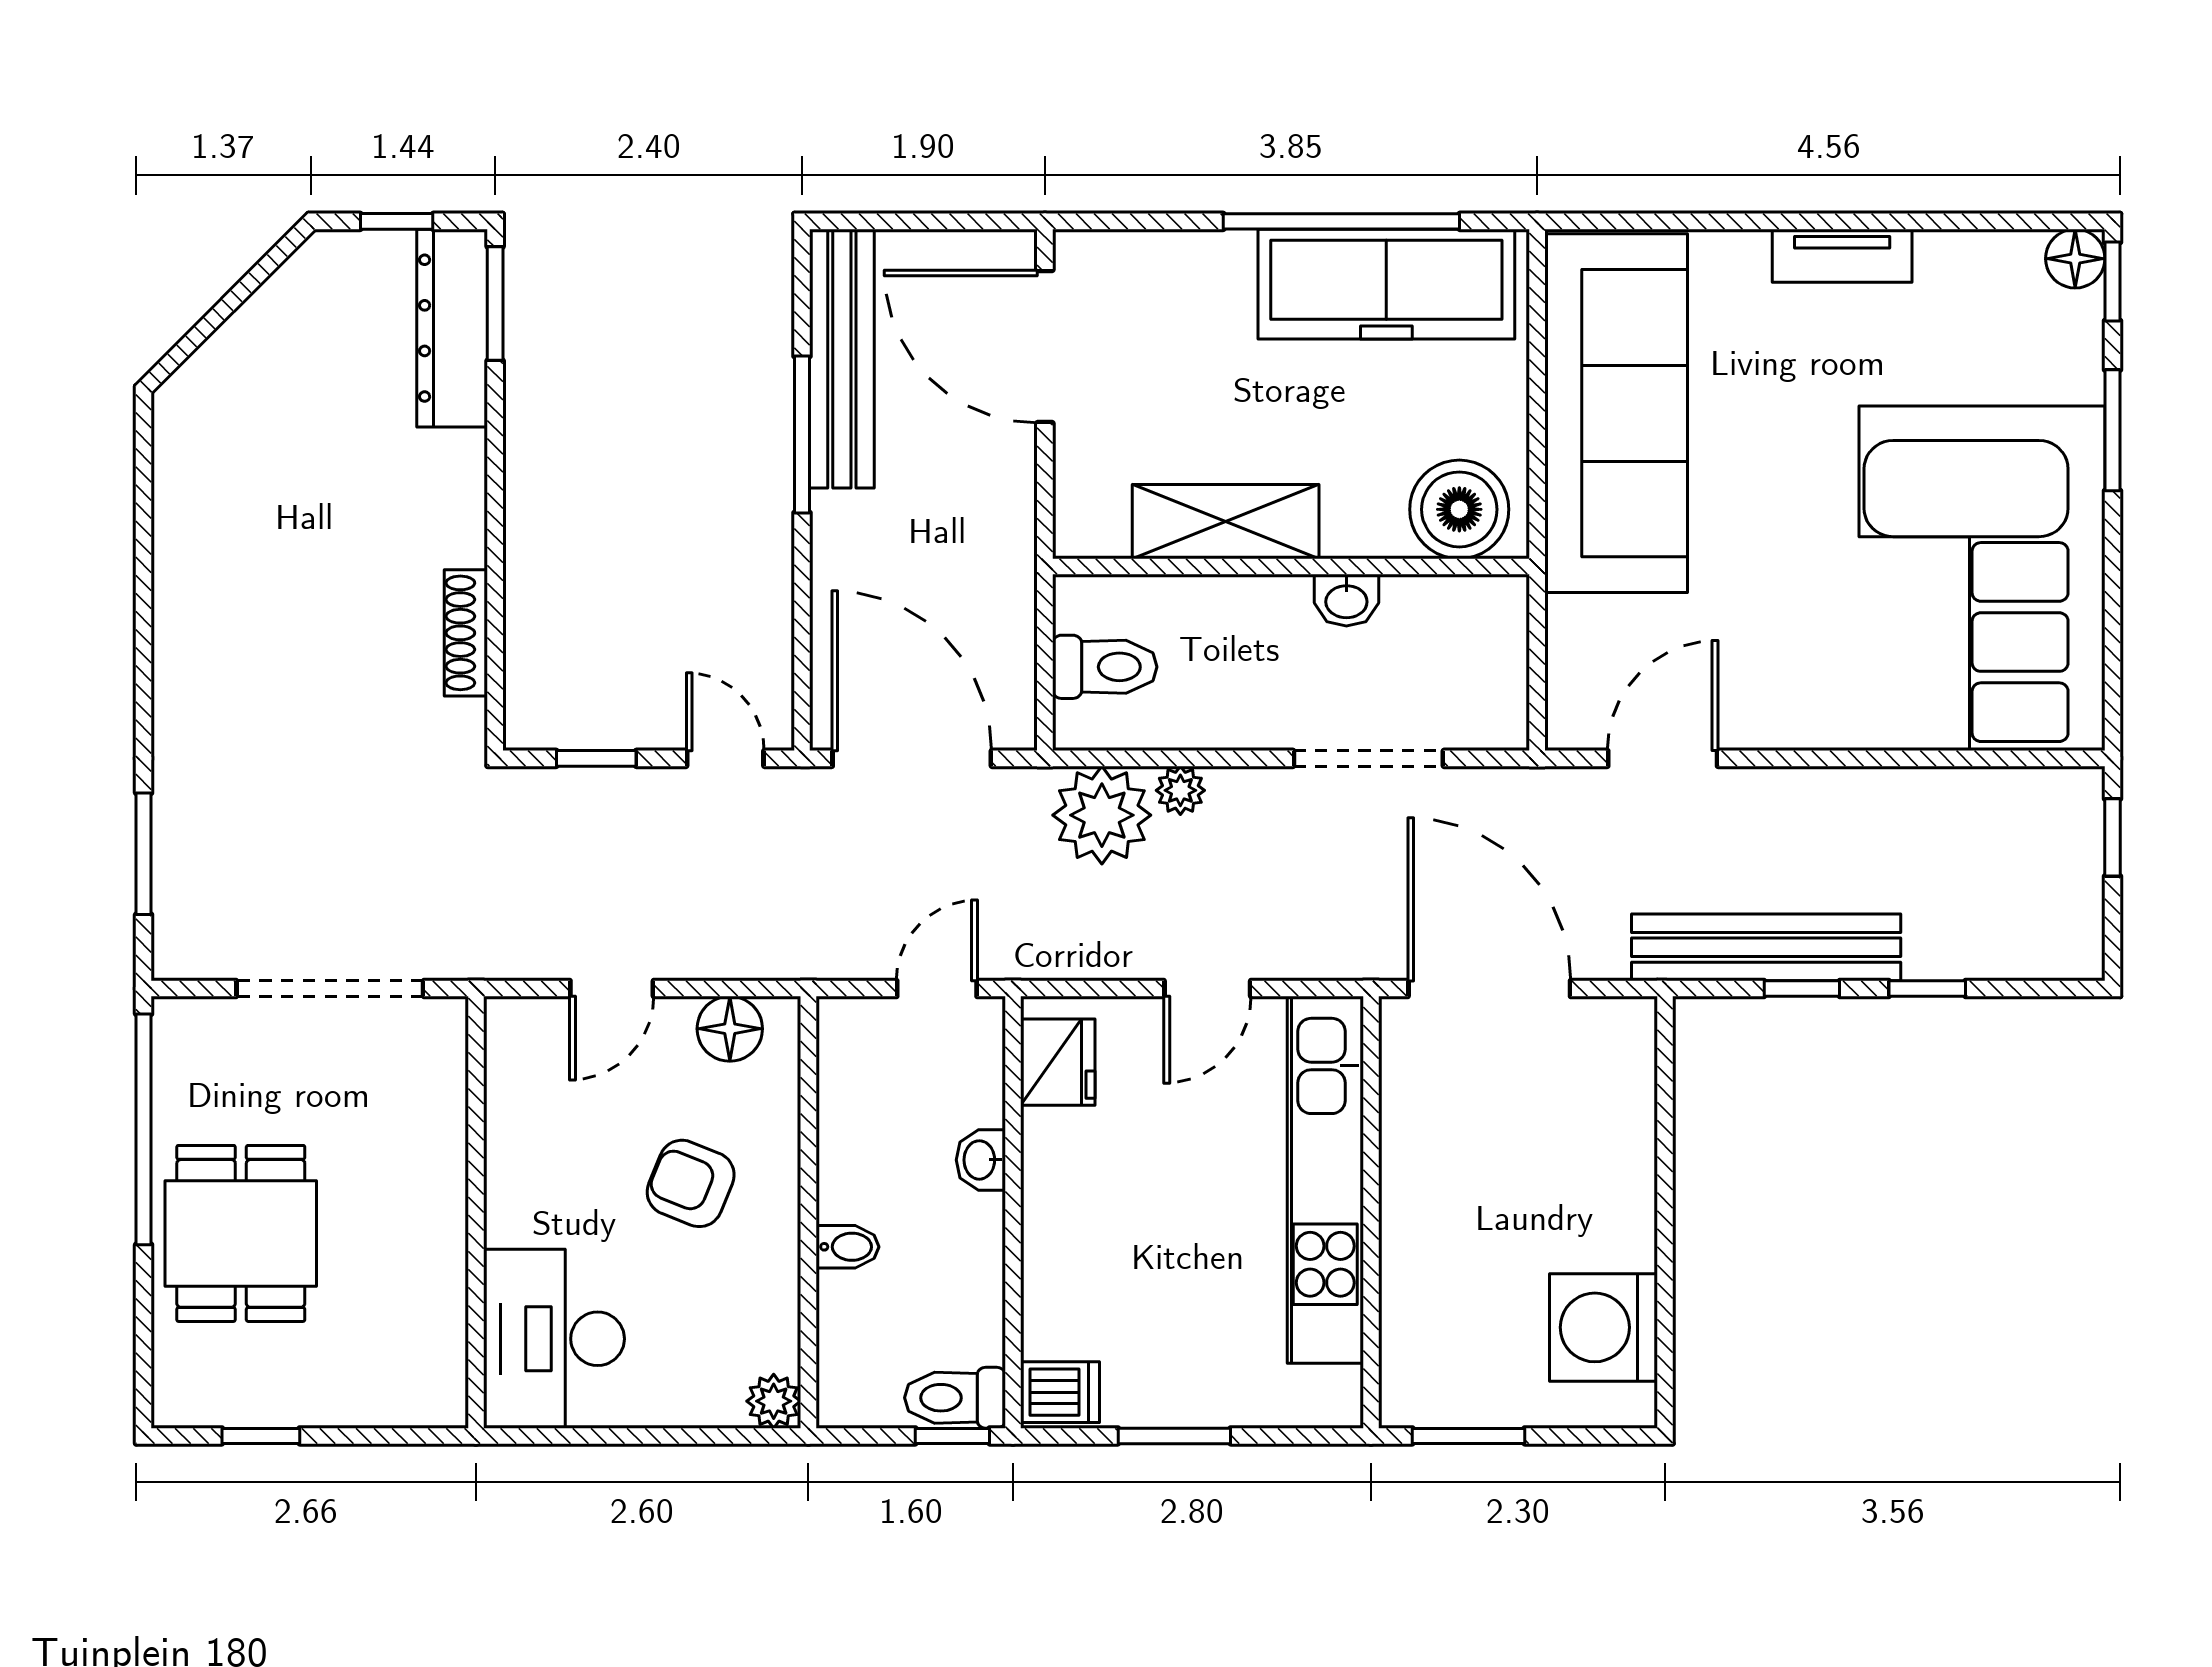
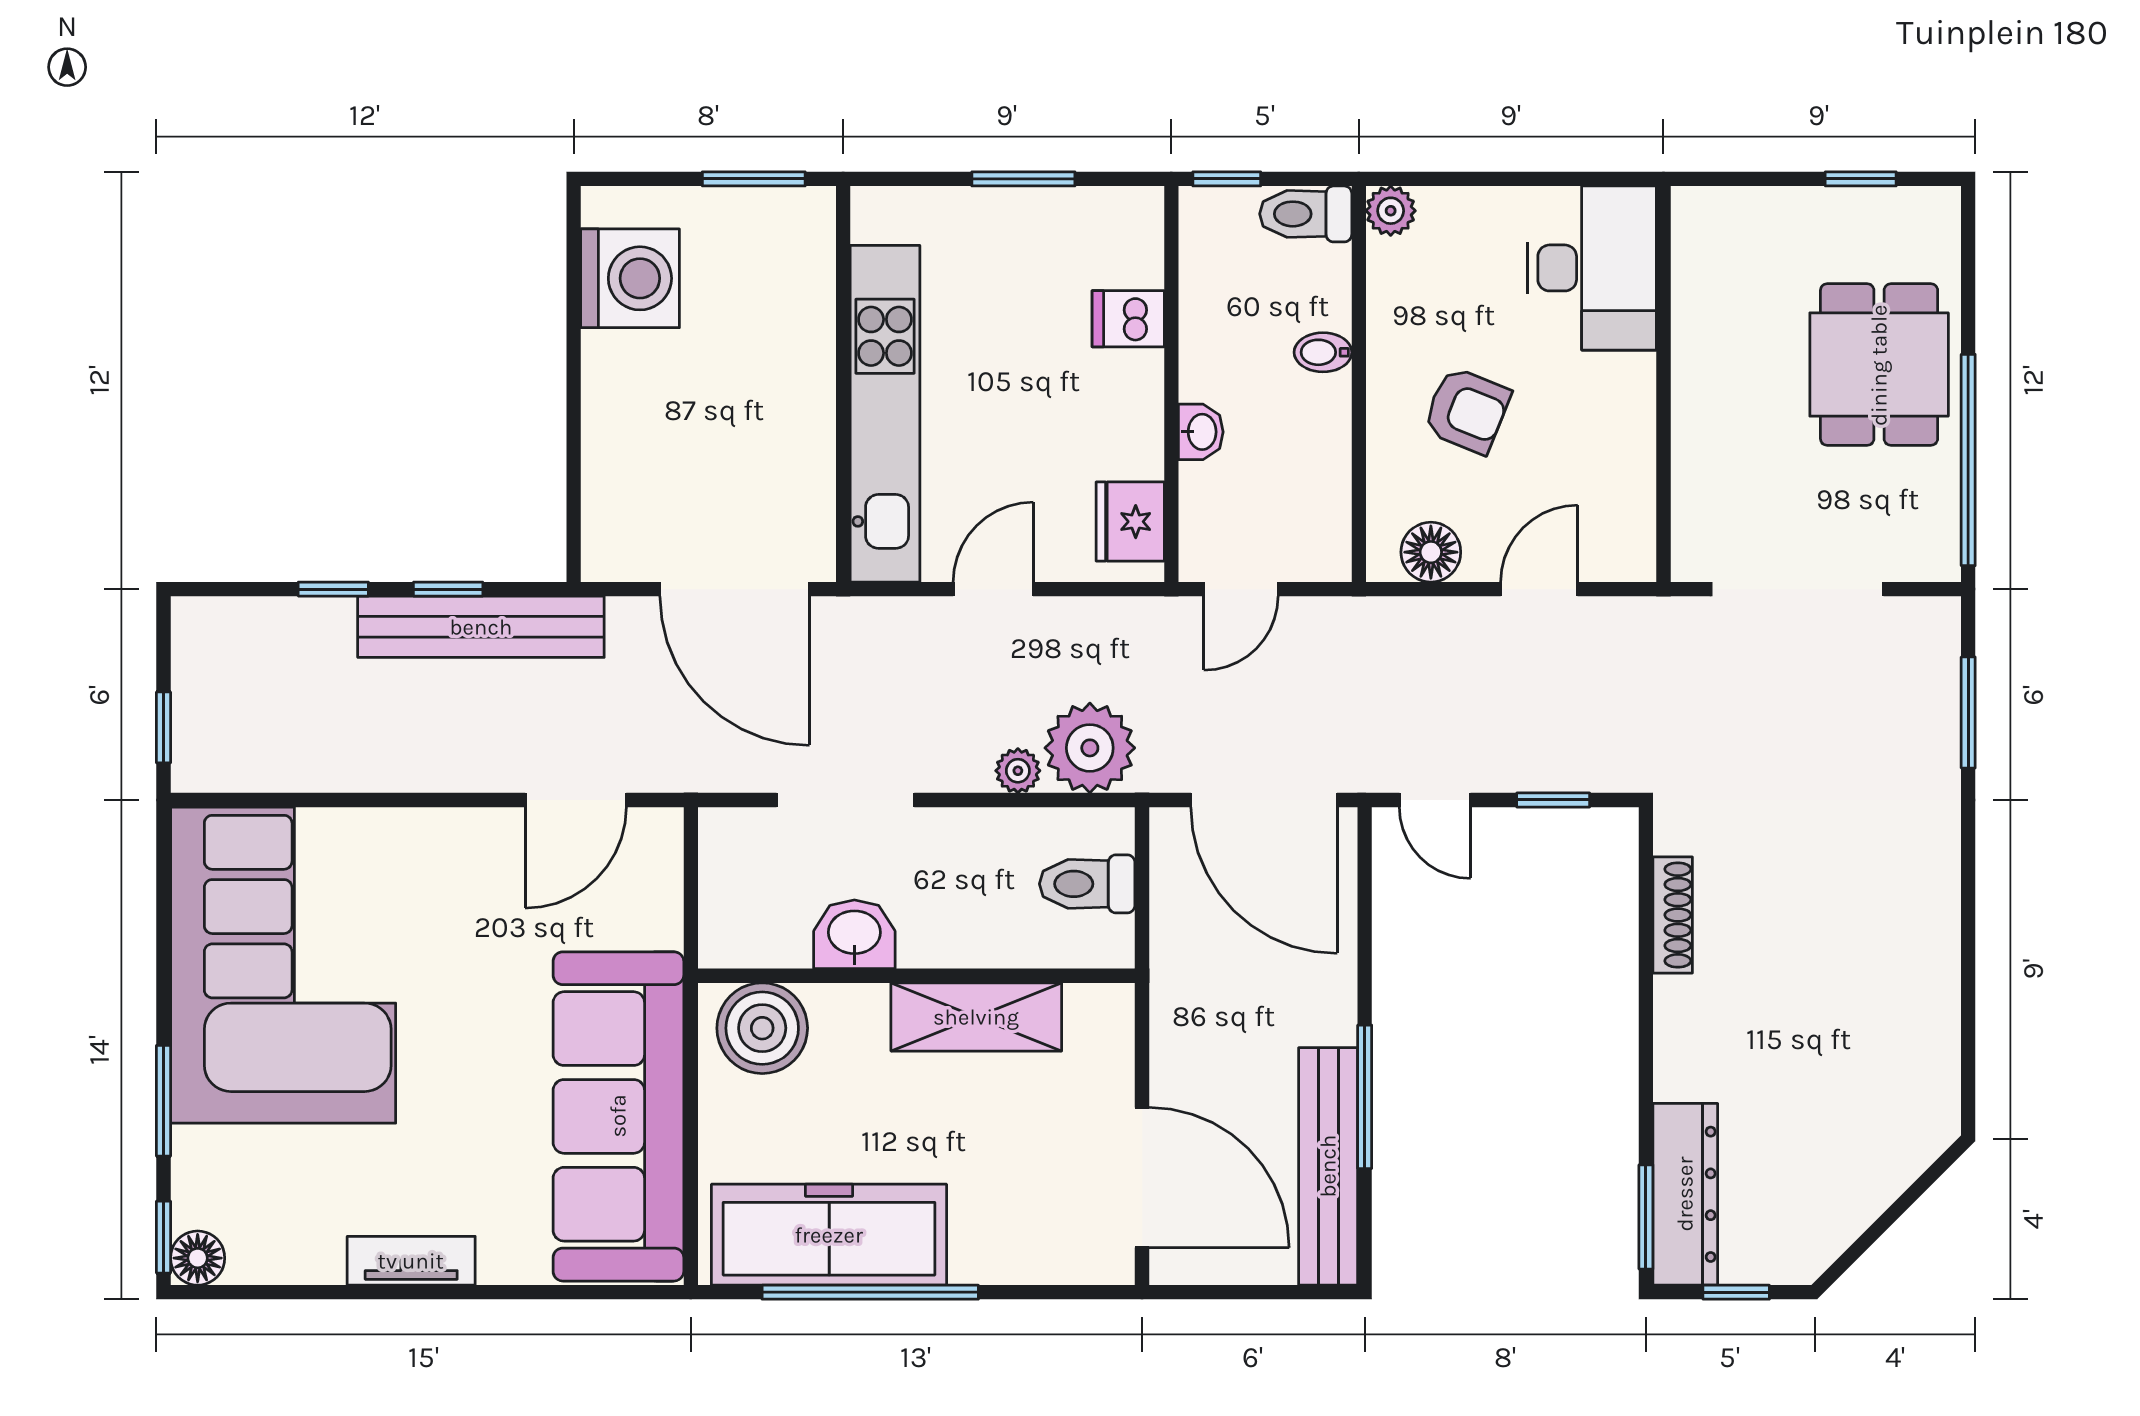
washbasin: (1346, 600) -> (854, 934), width x1.38, depth x1.45
dishwasher: (1060, 1392) -> (1128, 319), moved
toilet: (955, 1398) -> (1306, 214), moved, turned 180

